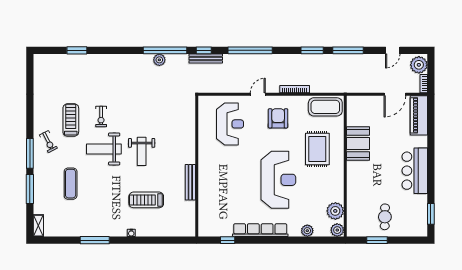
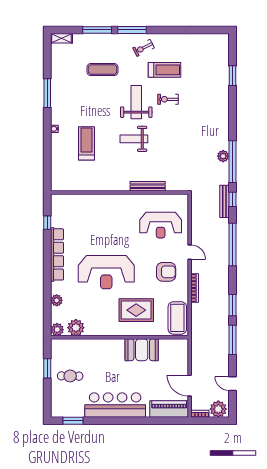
bar counter: (415, 171) -> (115, 405), width x1.36
bench: (190, 182) -> (148, 186), moved

